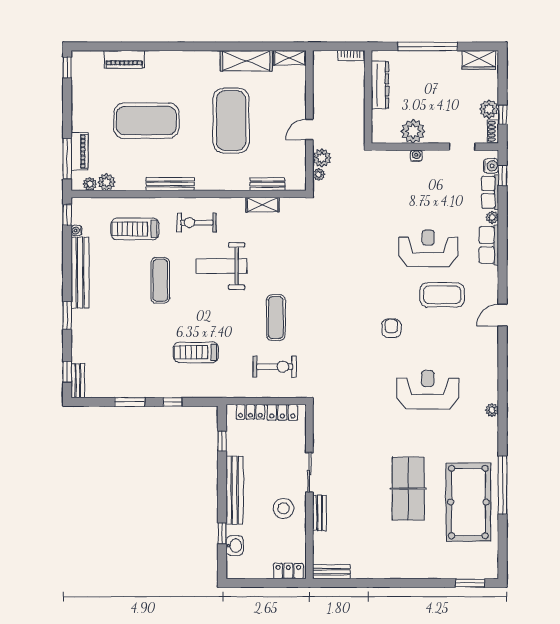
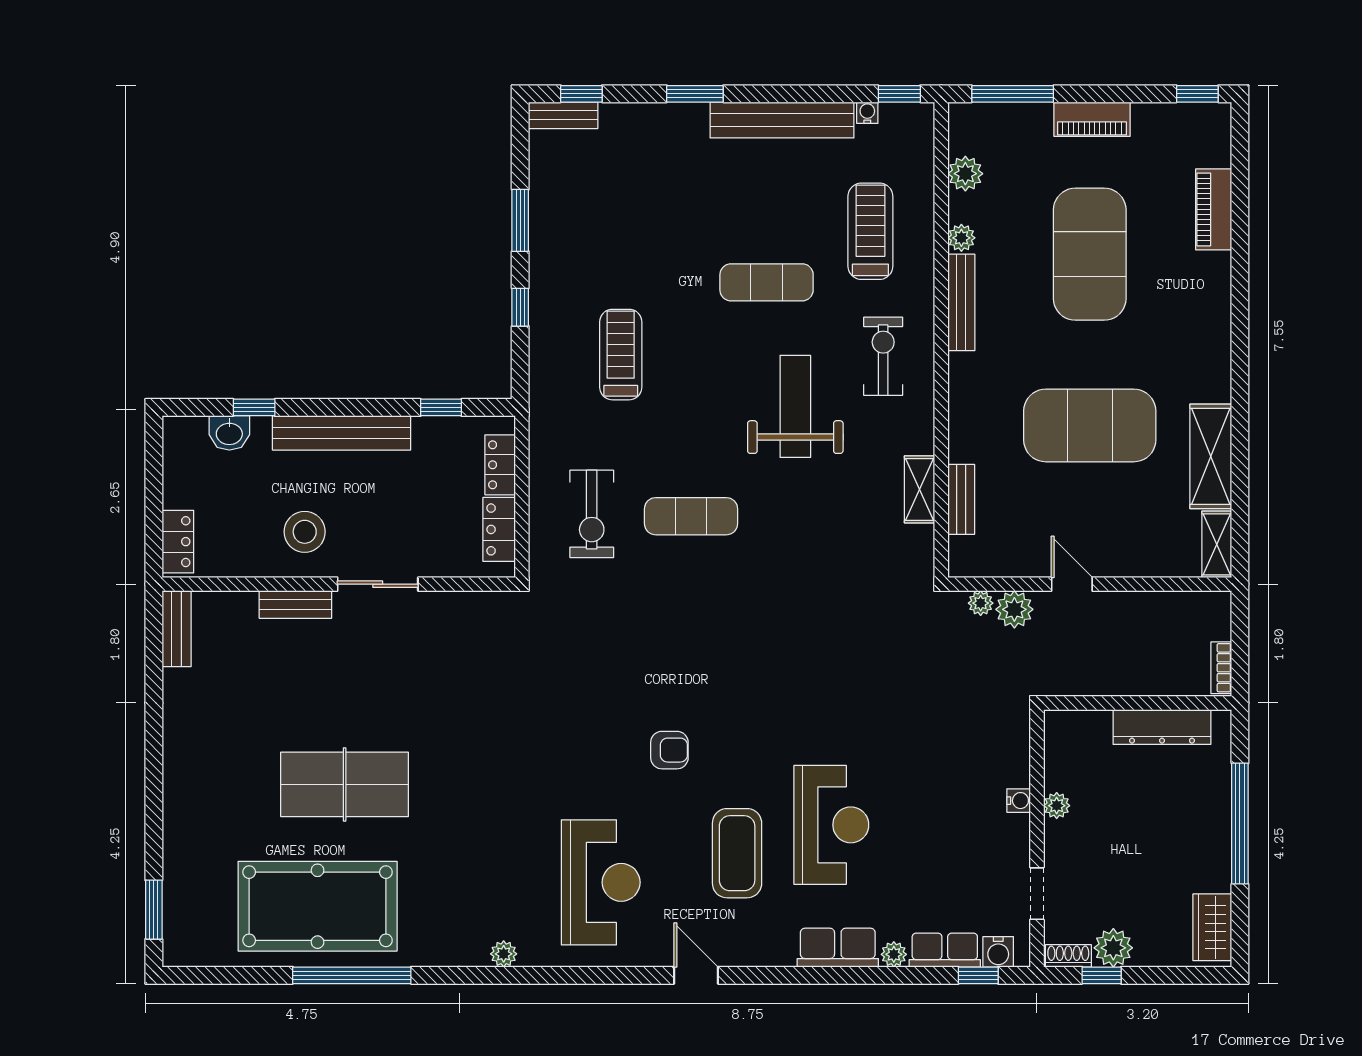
plant: (413, 131) -> (1057, 806), width x0.53, depth x0.53
piano: (80, 151) -> (1092, 119), moved
plant: (90, 184) -> (961, 238), moved
reception desk: (428, 390) -> (601, 882), moved

